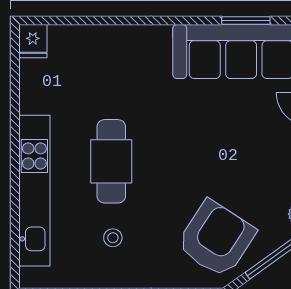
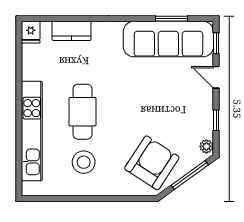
kitchen counter: (95, 39) -> (72, 31), added
stool: (113, 238) -> (84, 162), width x1.89, depth x1.89

